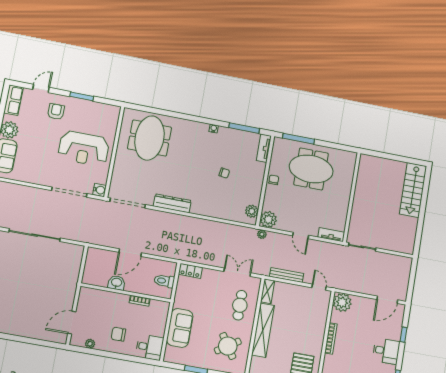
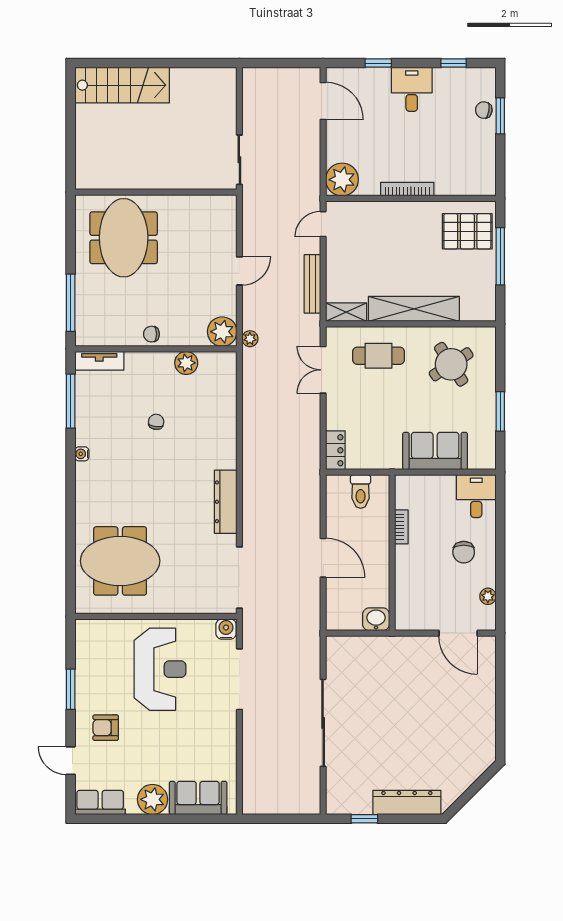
meeting table: (311, 169) -> (124, 238), moved
plant: (252, 211) -> (186, 363), moved
tv unit: (331, 235) -> (228, 218), removed
washbasin: (117, 283) -> (376, 619), moved, turned 90

